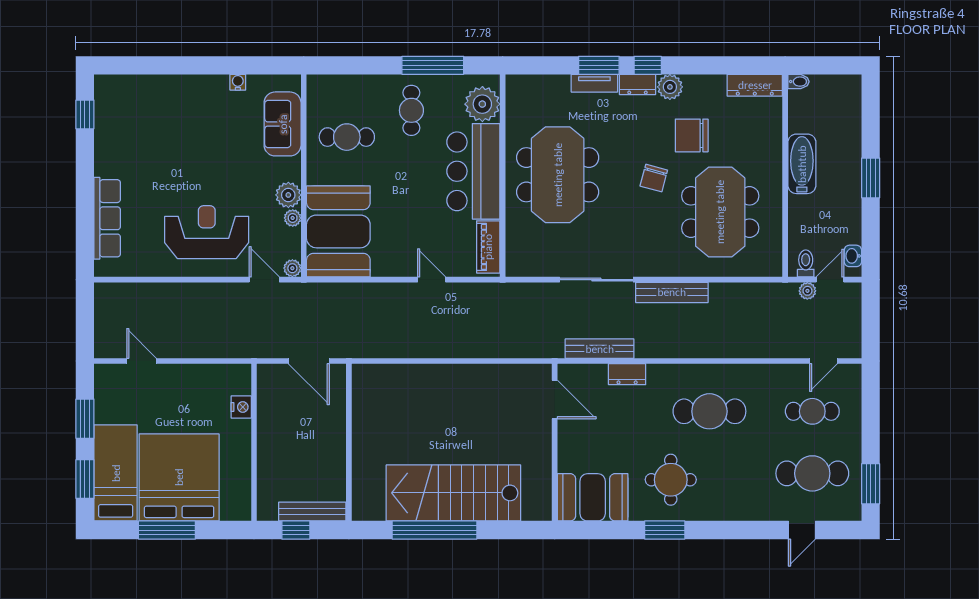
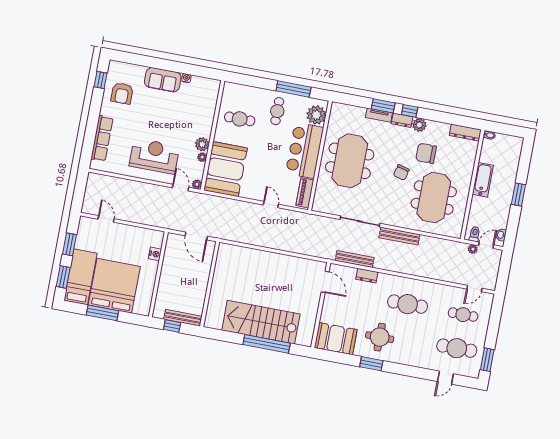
sofa: (283, 124) -> (163, 80), moved, turned -90
armchair: (128, 131) -> (122, 93), added
window: (435, 530) -> (267, 344), moved

